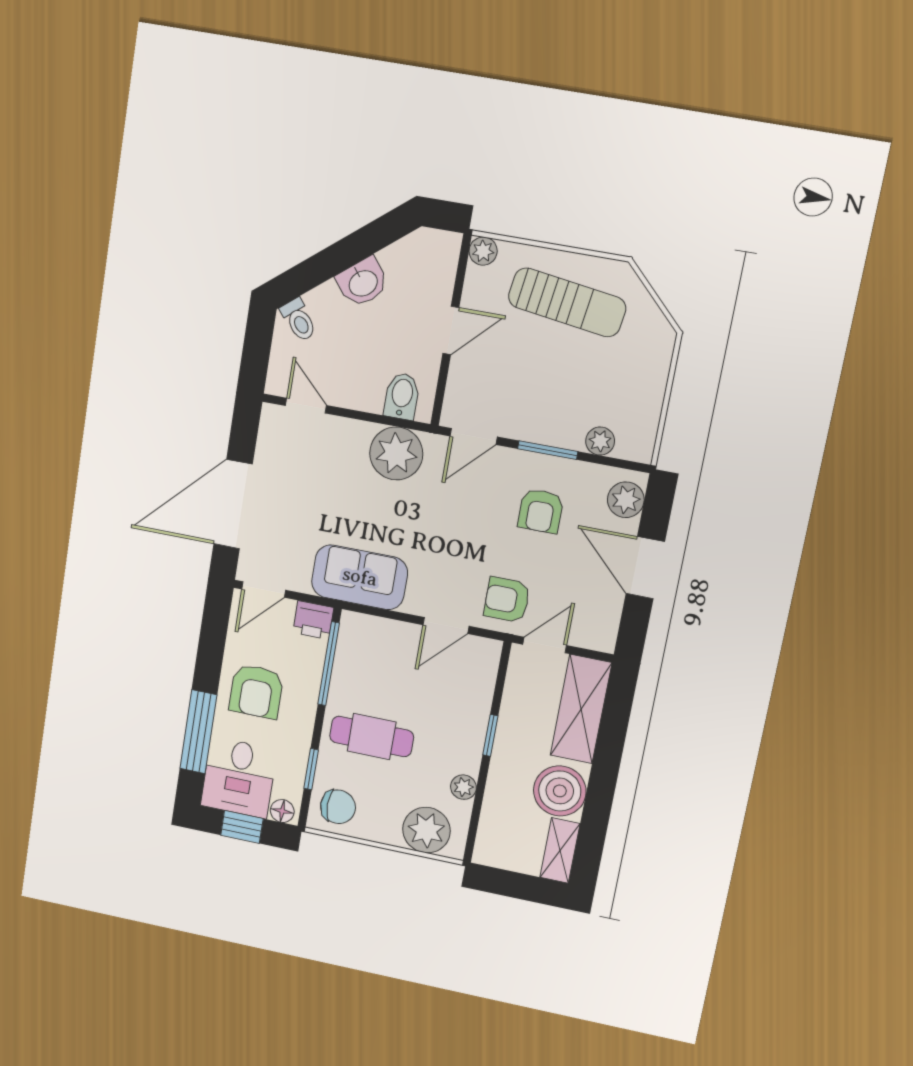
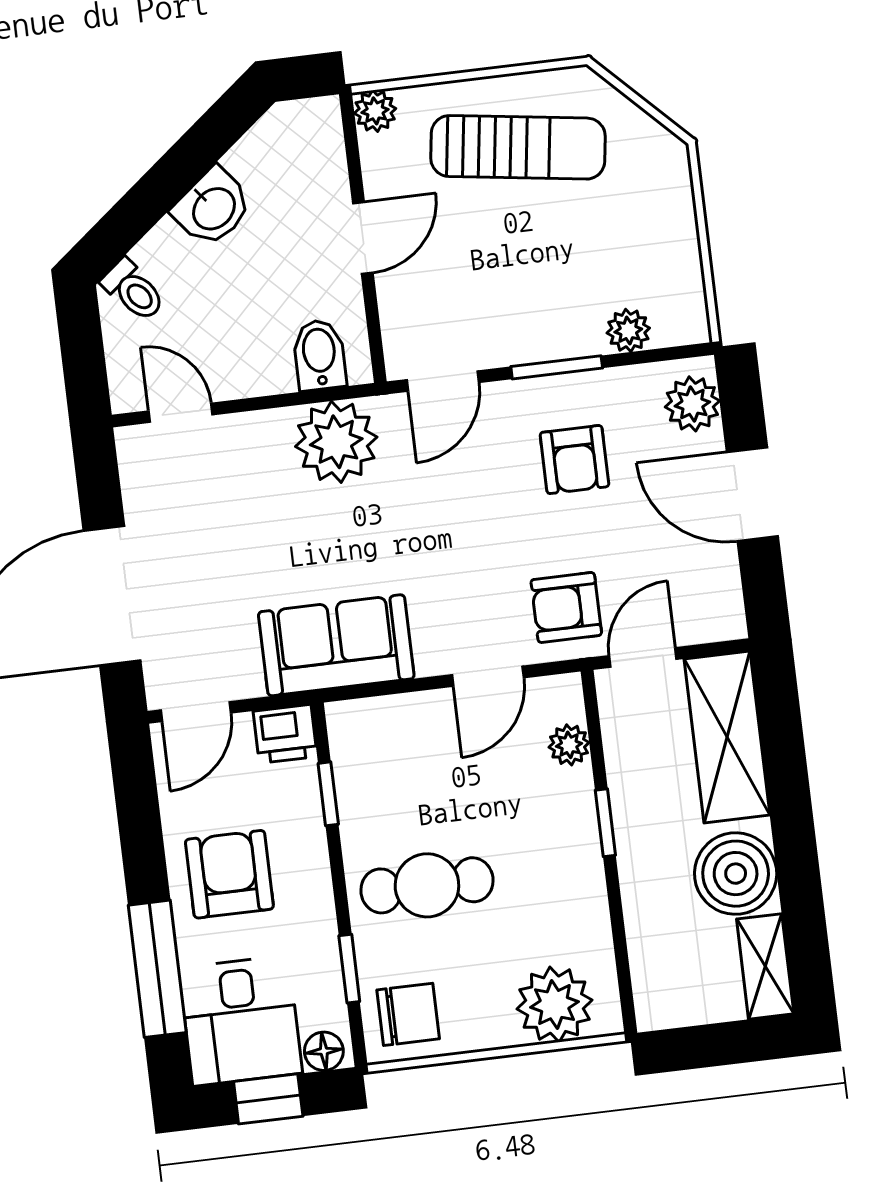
window: (329, 664) -> (328, 794), width x0.46
armchair: (256, 691) -> (229, 874), turned 180
plant: (463, 787) -> (569, 745), moved

